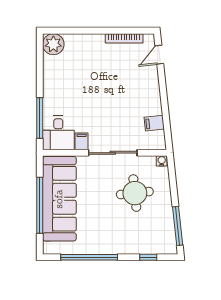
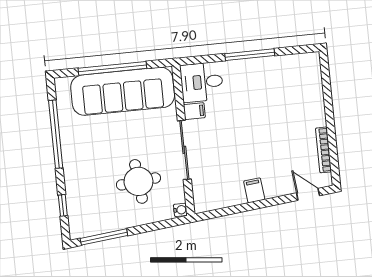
plant: (53, 44) -> (308, 65), removed
window: (40, 118) -> (250, 55), moved
filing cabinet: (154, 123) -> (254, 190), moved

